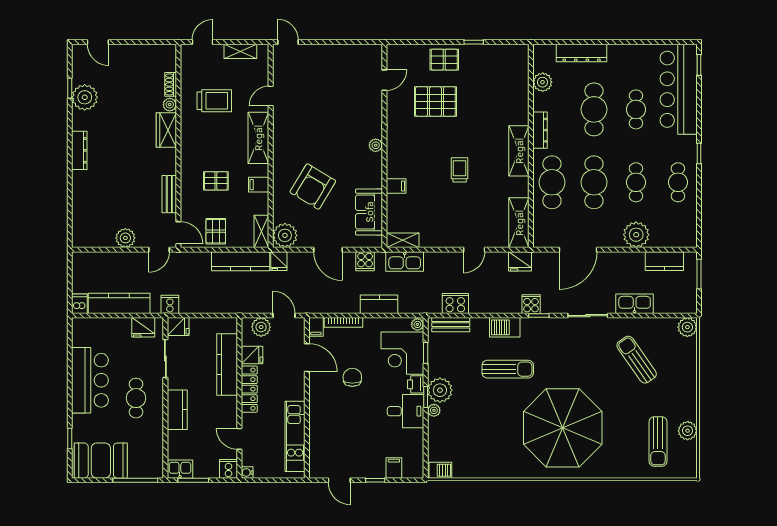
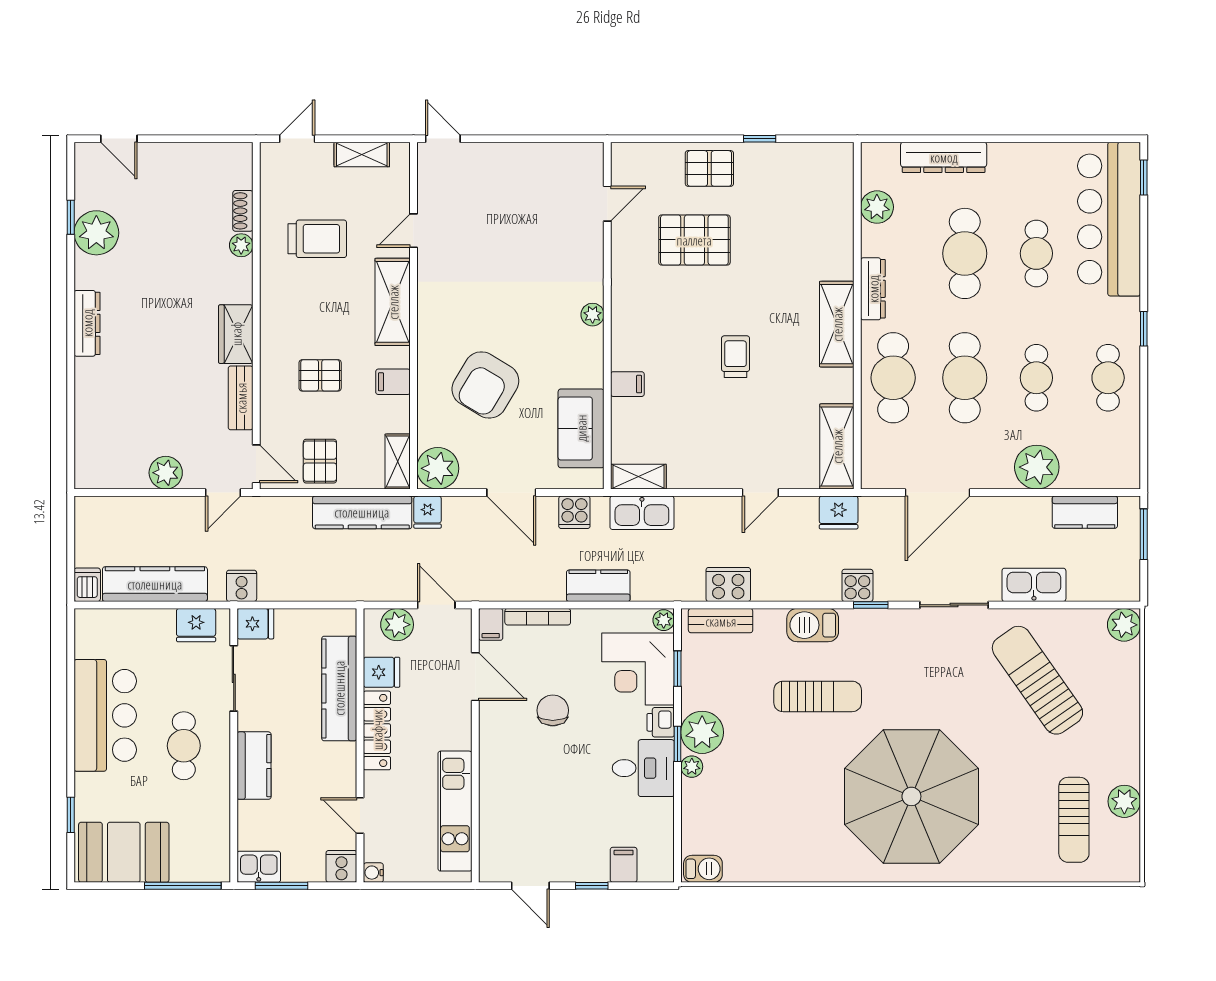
wardrobe: (166, 130) -> (236, 334), moved
sun lounger: (637, 360) -> (1037, 680), width x1.36, depth x1.34

